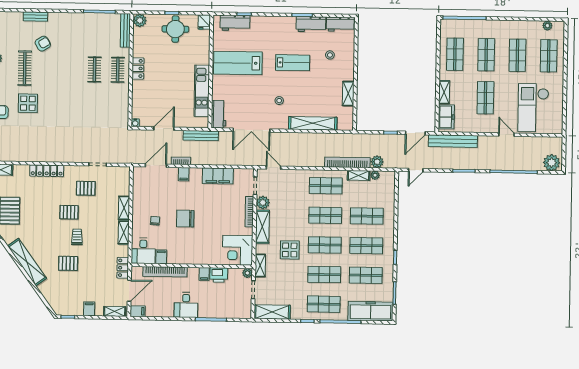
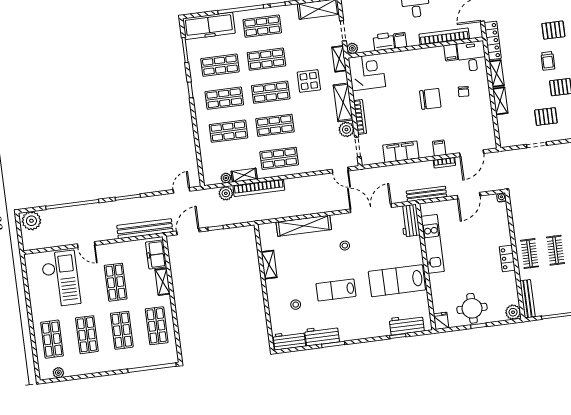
lab bench: (238, 63) -> (397, 281), turned 180
locker: (123, 268) -> (493, 40), width x1.53

